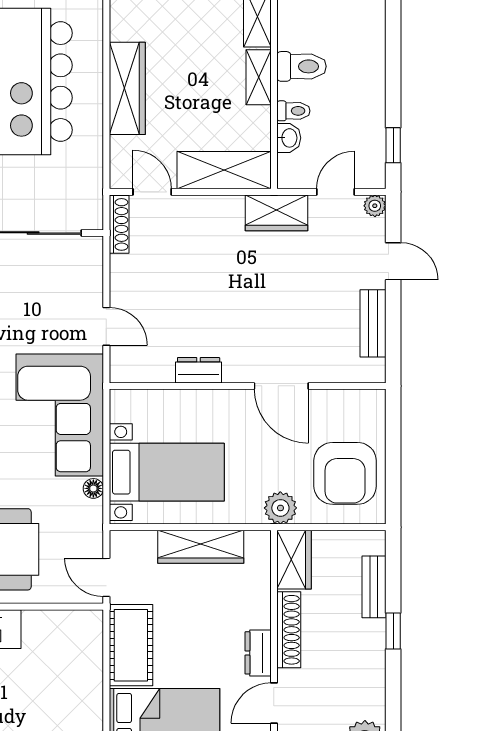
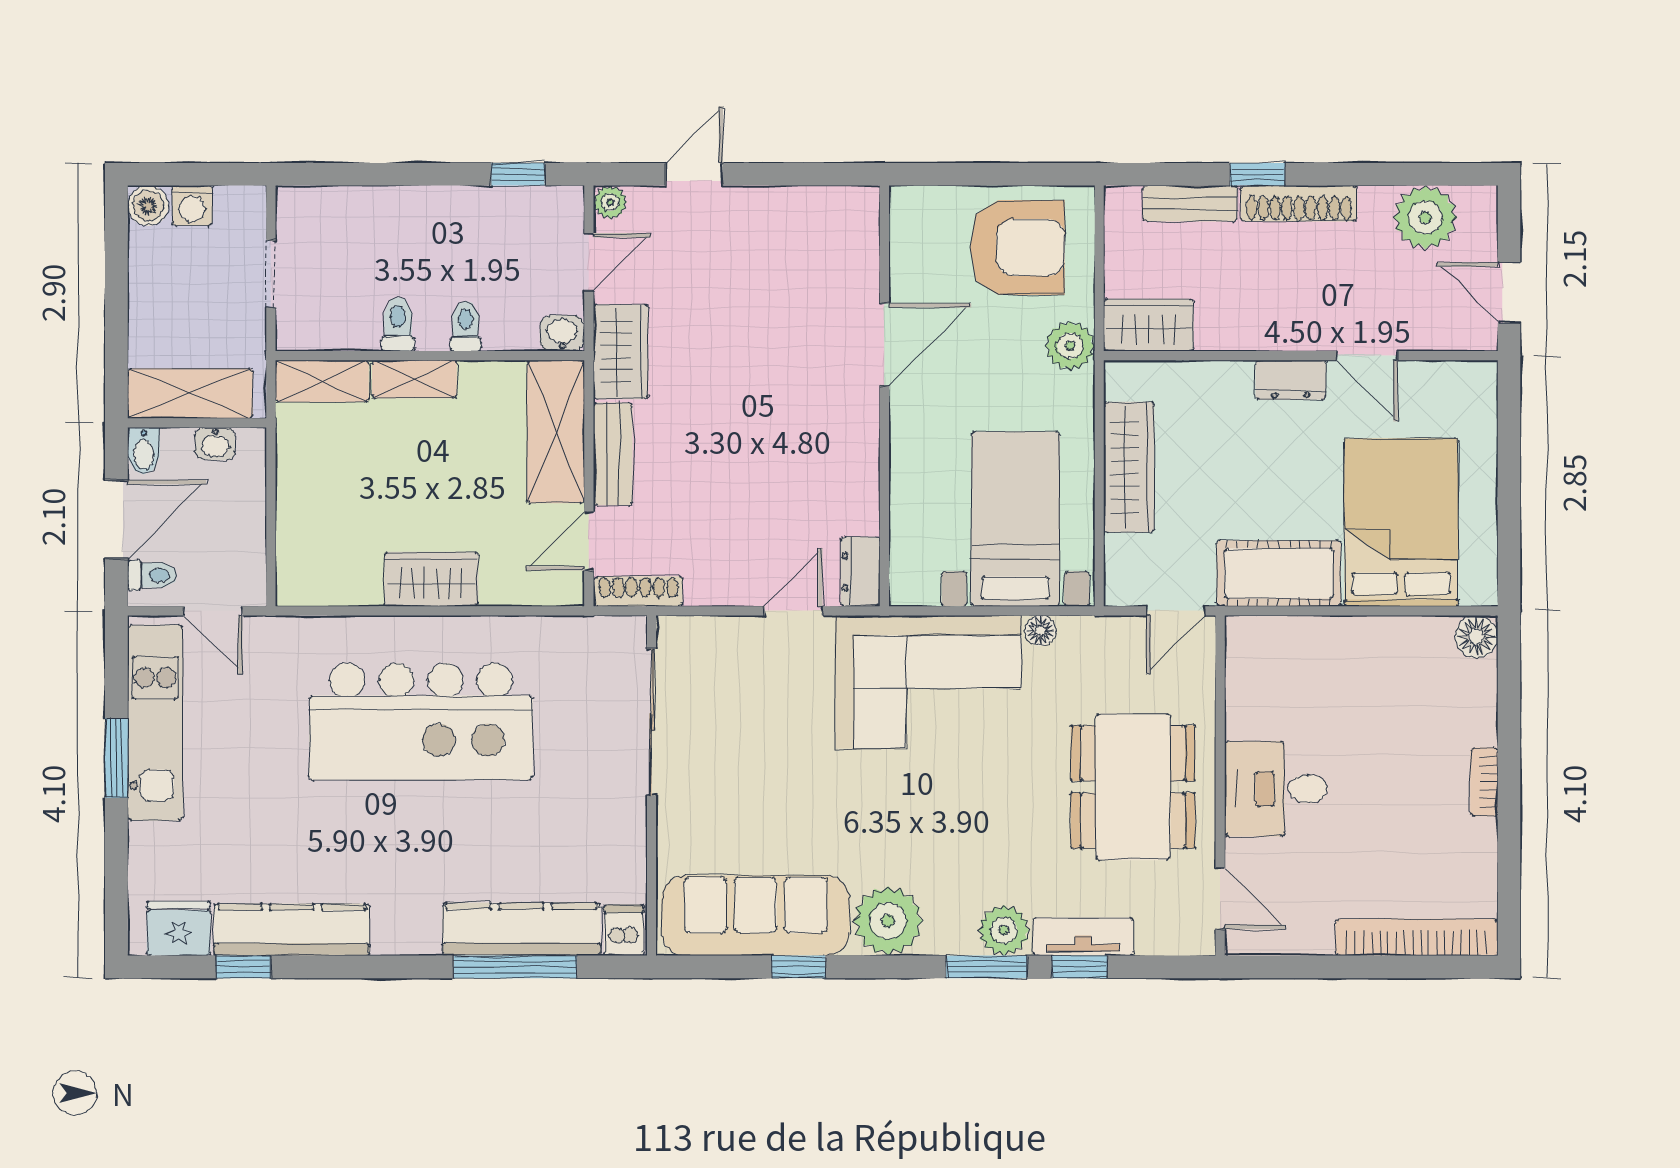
toilet: (302, 66) -> (398, 324), width x0.73, depth x0.72
wardrobe: (127, 88) -> (431, 579), width x0.67
washbasin: (289, 138) -> (562, 333), moved
door: (336, 192) -> (589, 262), swing flipped
bench: (373, 323) -> (613, 454), moved, turned 90
dresser: (199, 370) -> (860, 572), moved
shoe rack: (289, 630) -> (1299, 203), moved, turned 180

